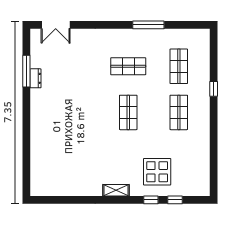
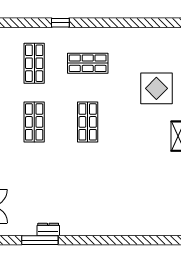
shop shelf: (179, 66) -> (34, 63), turned 90
shop shelf: (128, 112) -> (88, 122), turned 90

